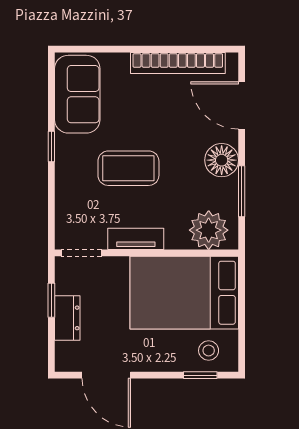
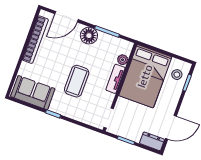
plant: (209, 230) -> (123, 60), width x0.53, depth x0.53
tv unit: (136, 239) -> (115, 79), moved
dresser: (67, 318) -> (152, 141), moved

